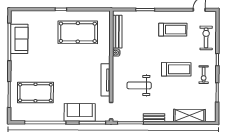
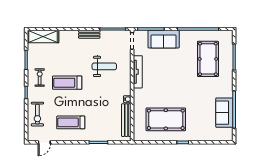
pool table: (35, 93) -> (208, 59), turned 90
shelving: (189, 115) -> (43, 37), moved

